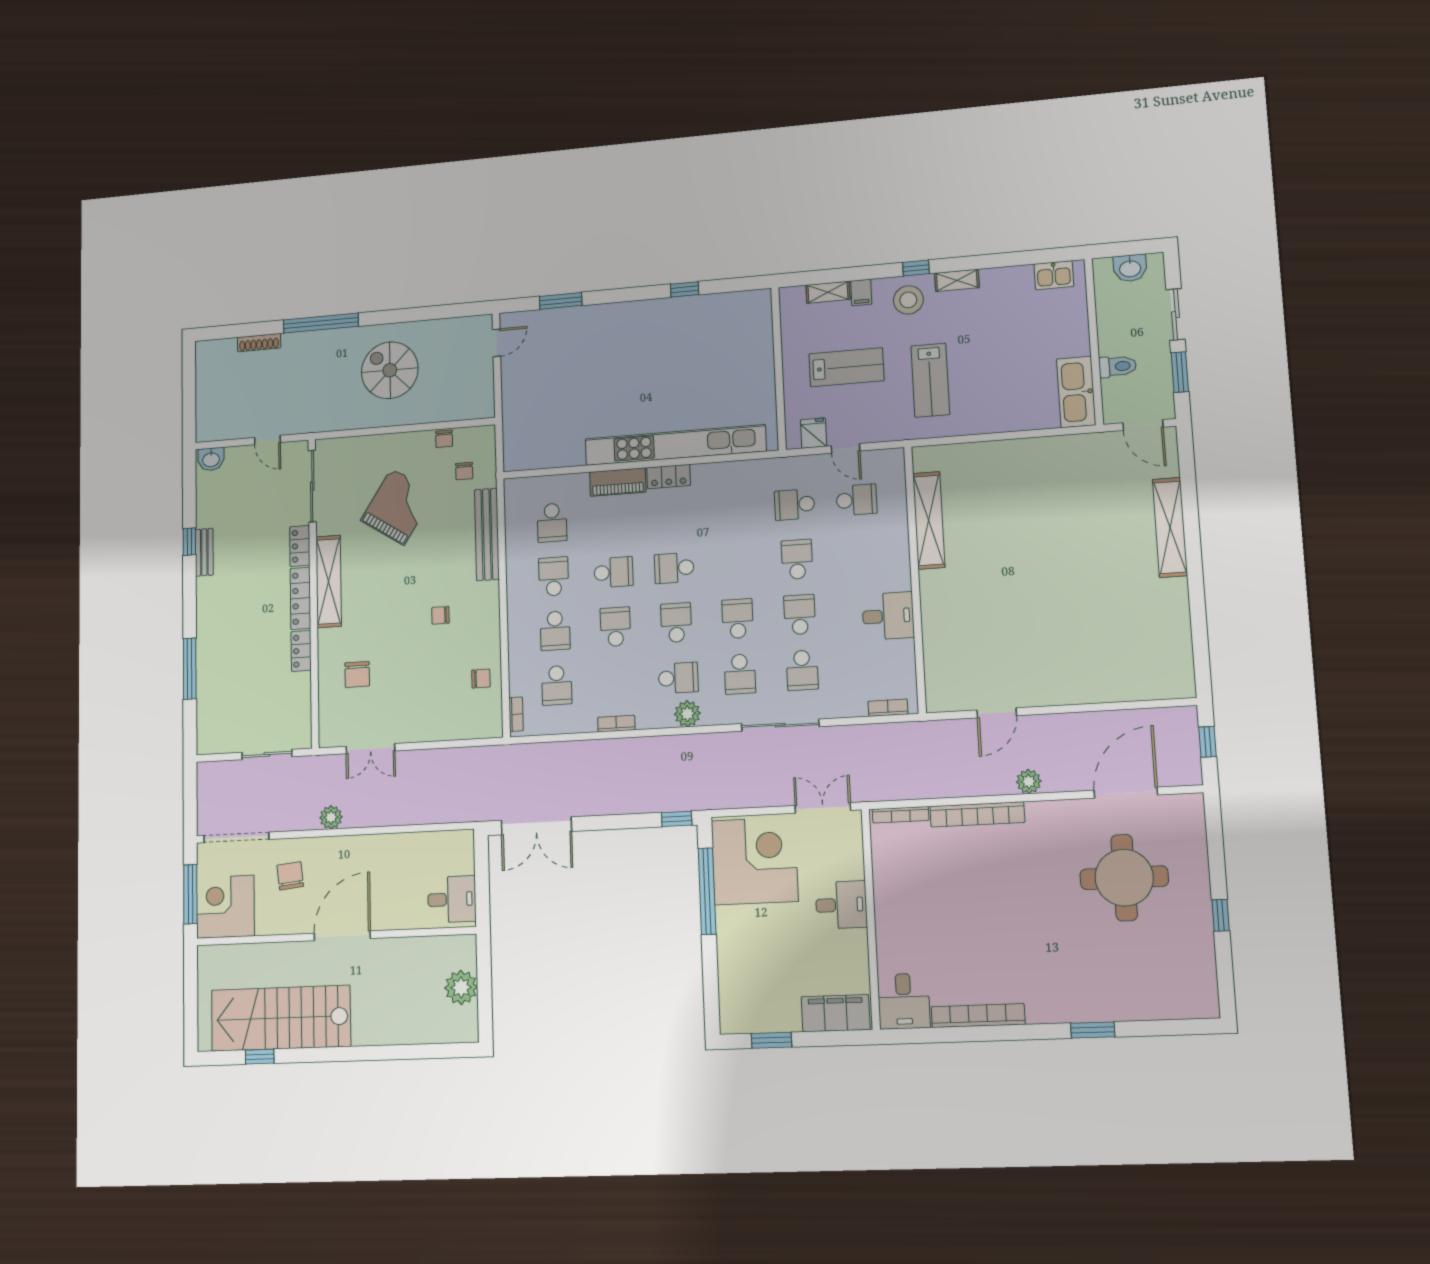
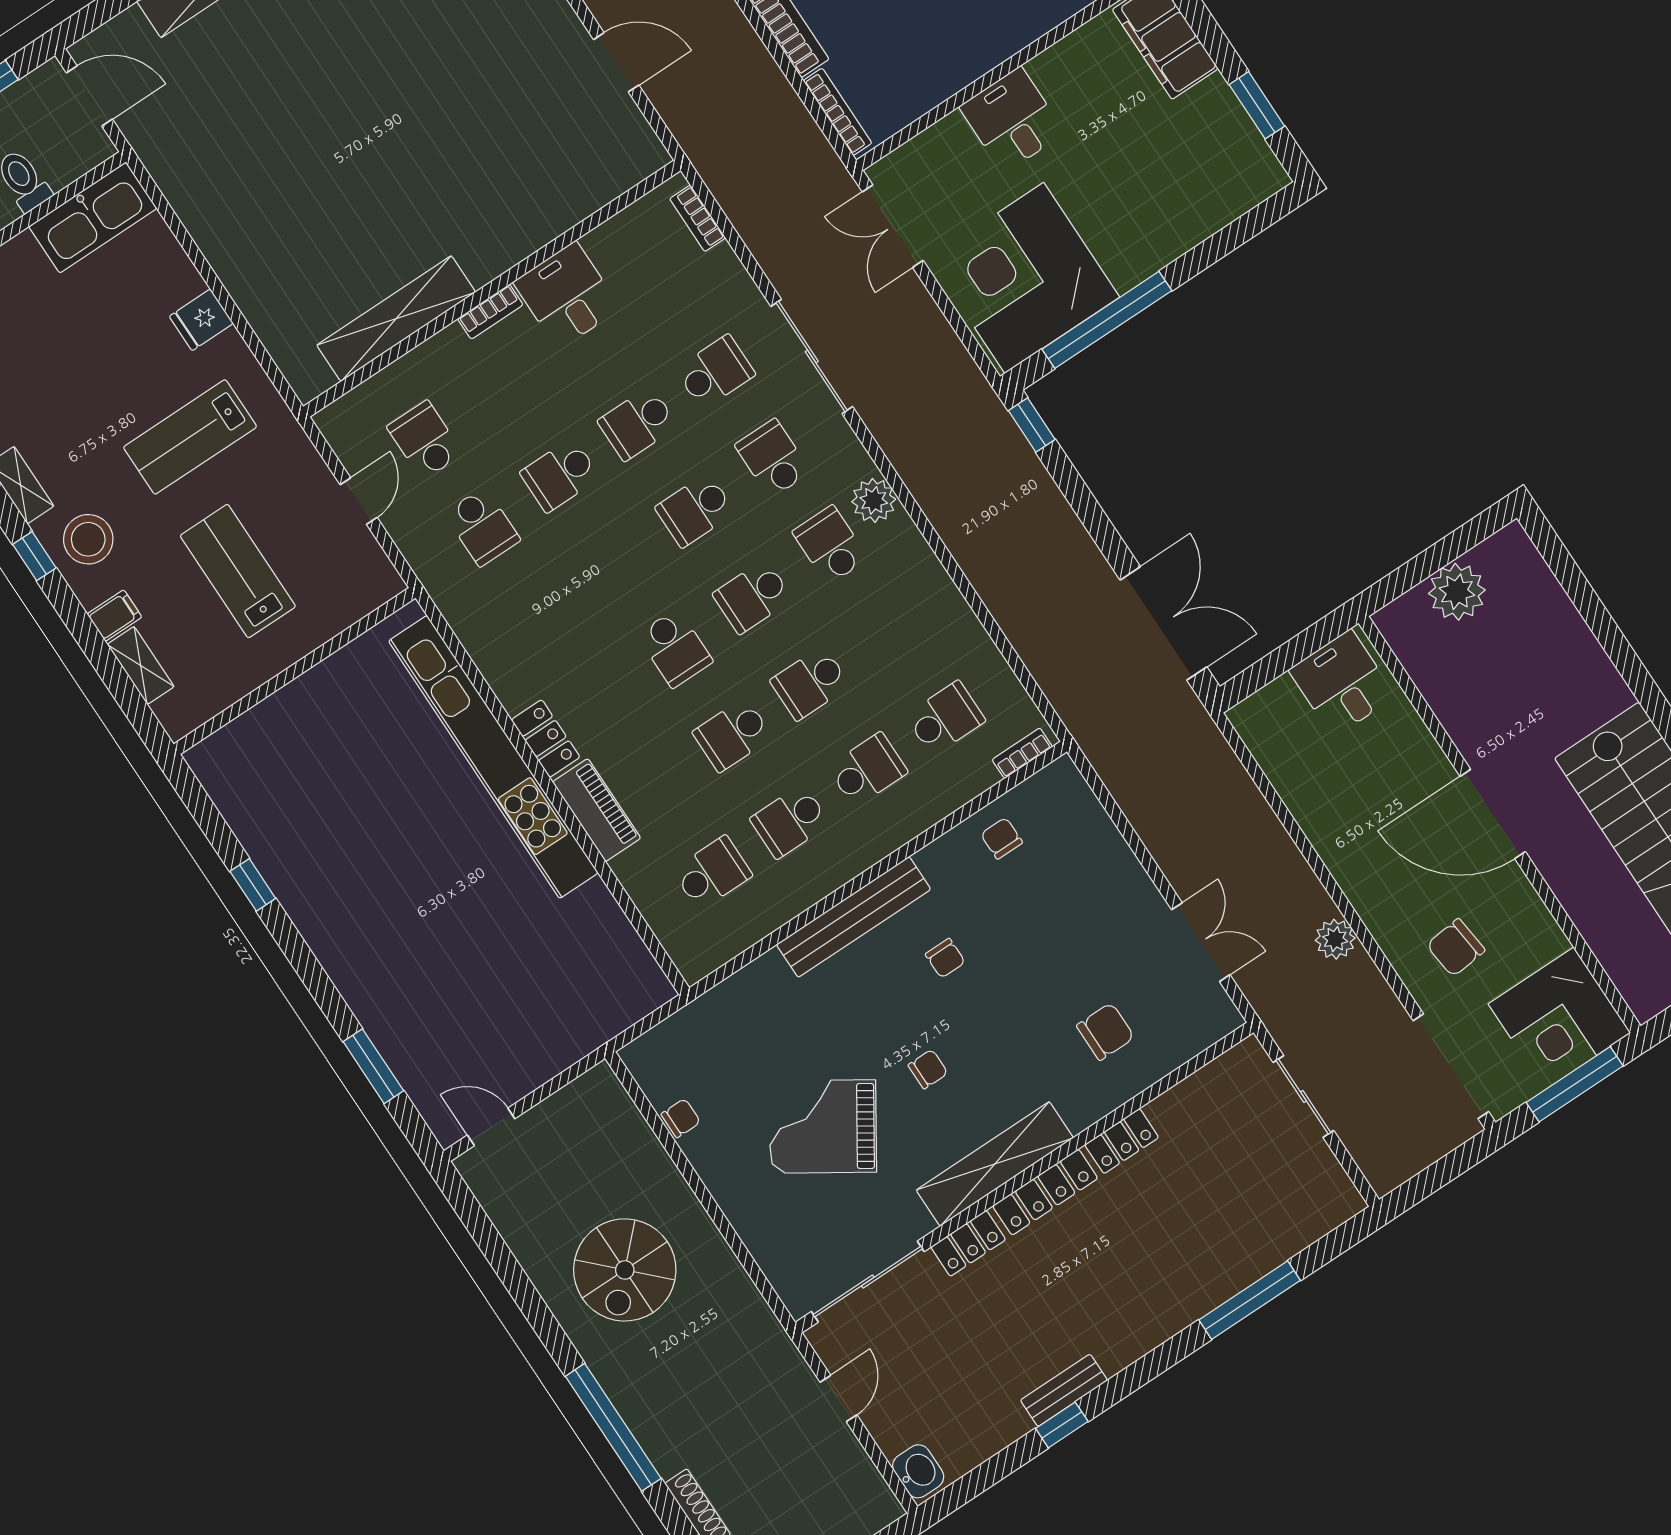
lab bench: (930, 380) -> (190, 437), turned 180
door: (1143, 425) -> (89, 96), hinge flipped
fridge: (814, 433) -> (201, 320), moved
chair: (464, 471) -> (928, 1069), moved
bench: (487, 534) -> (854, 917), moved
school desk: (614, 572) -> (732, 735), turned -90
school desk: (740, 674) -> (773, 458), turned -90
bookcase: (616, 724) -> (490, 312), moved, turned -90

